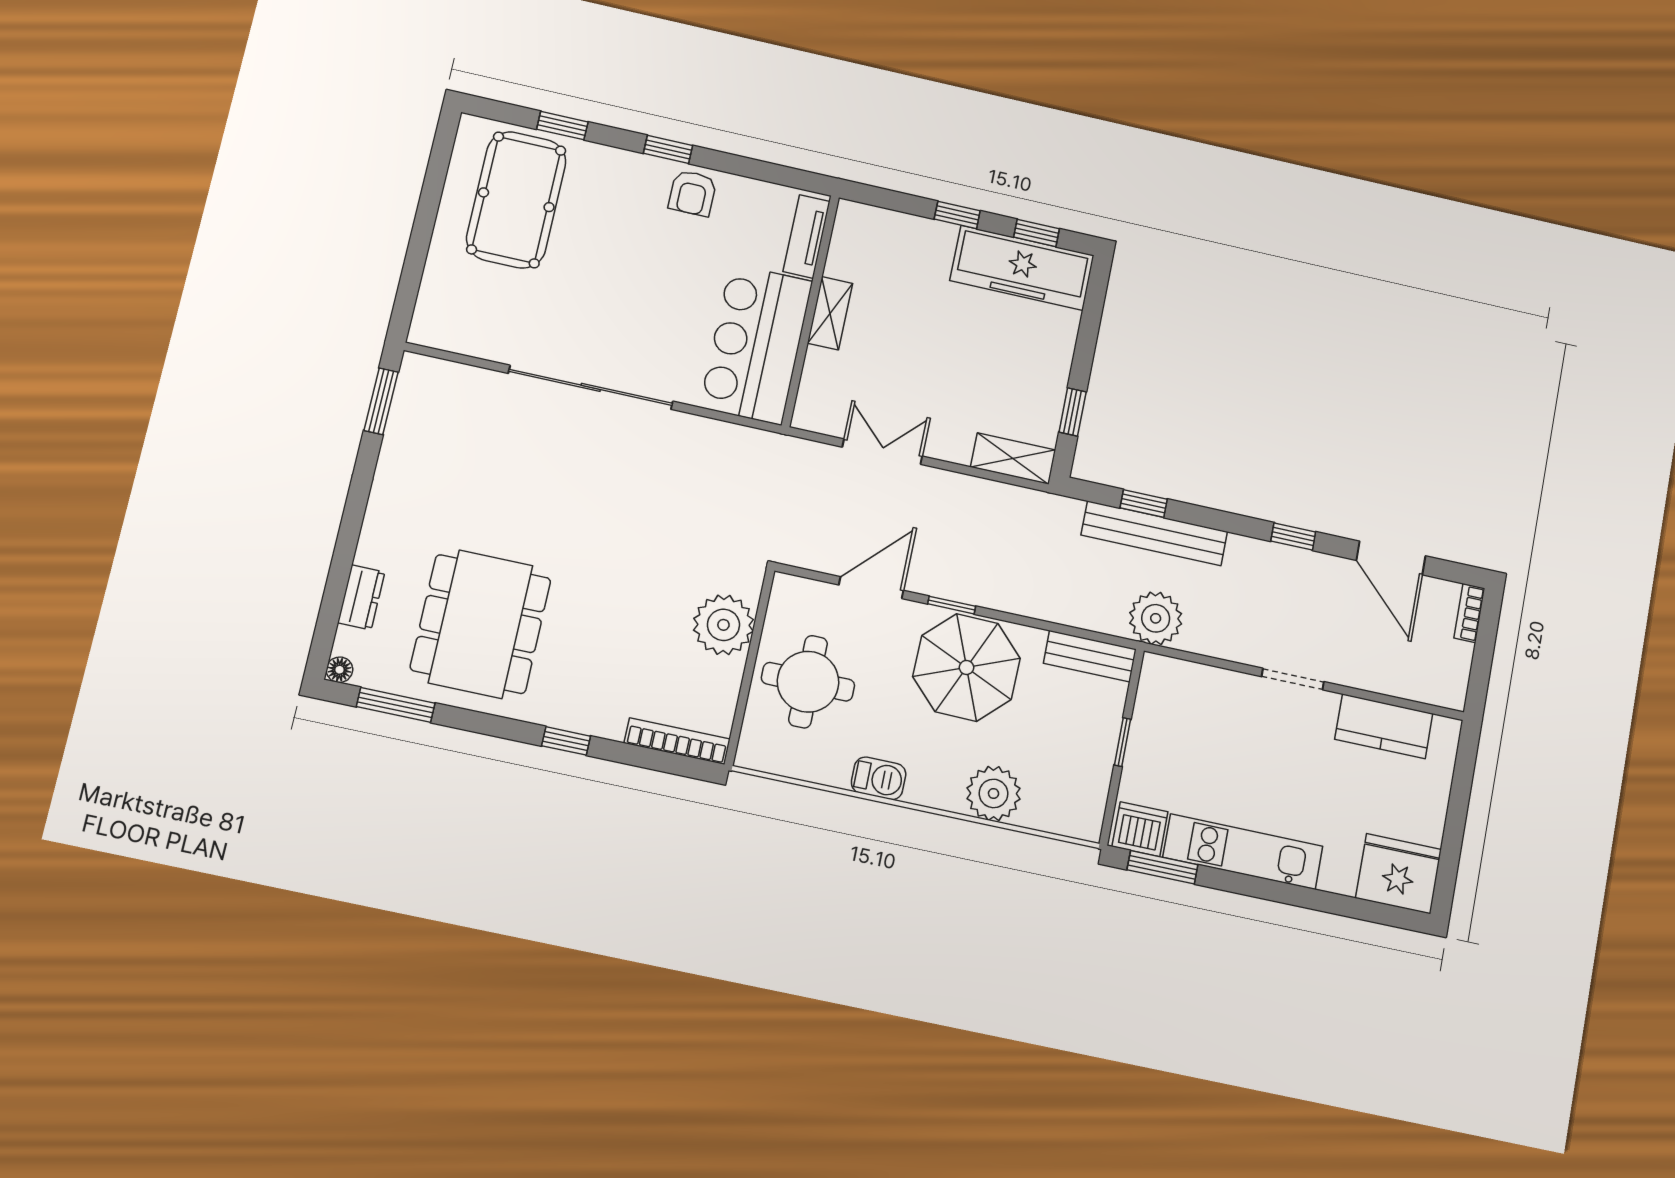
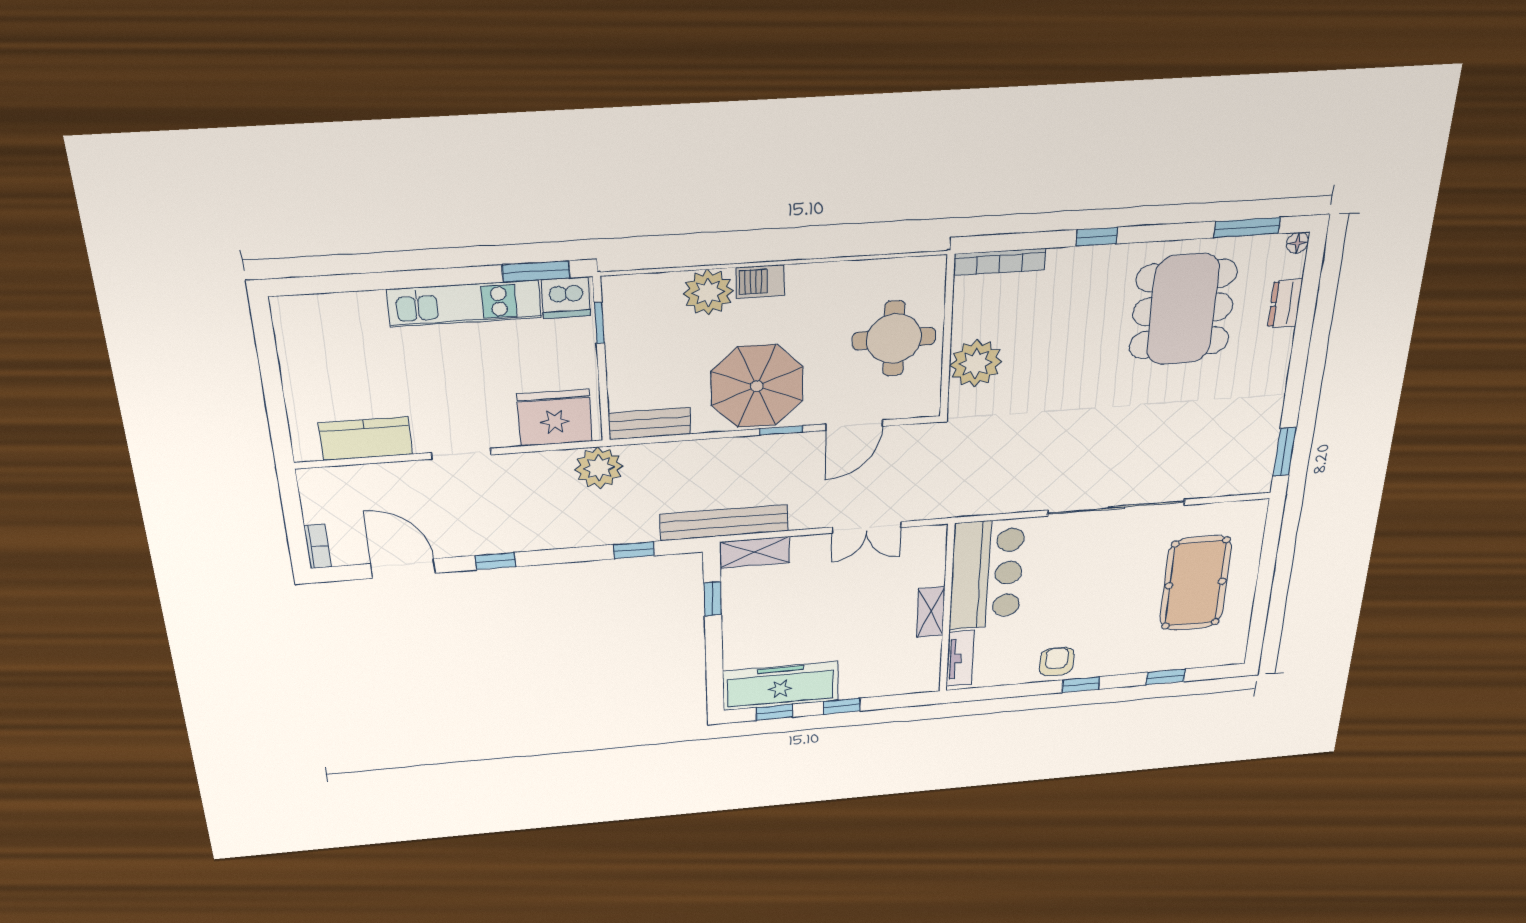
pool table: (516, 200) -> (1195, 583), moved
bench: (1154, 533) -> (724, 523), moved
window: (1123, 742) -> (599, 323), moved
barbecue: (879, 778) -> (760, 281), moved
fridge: (1398, 874) -> (555, 418), moved, turned 180

